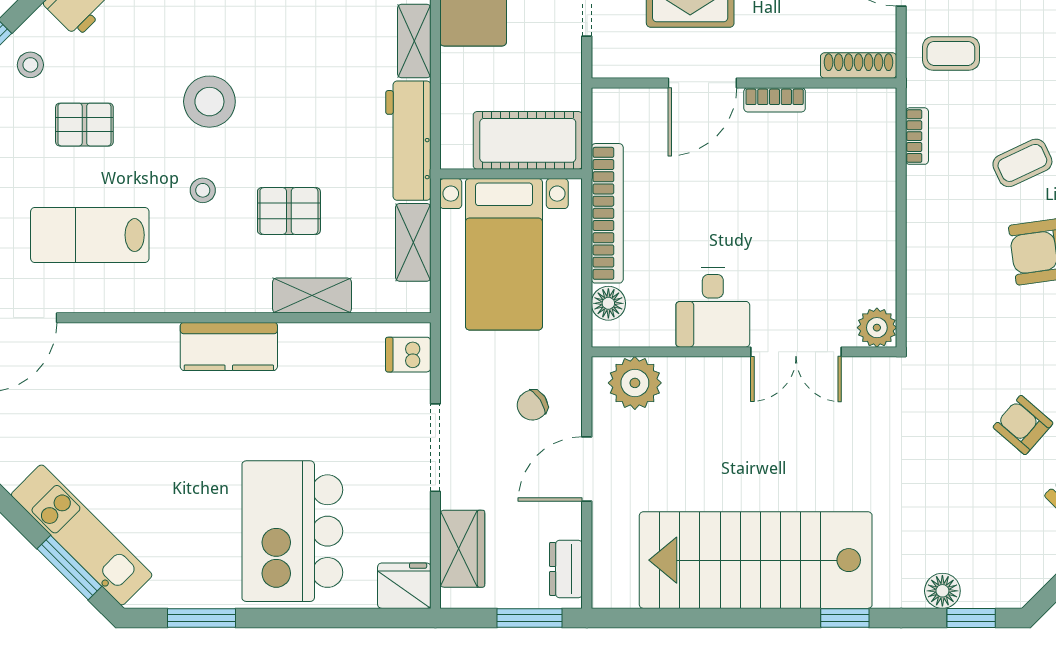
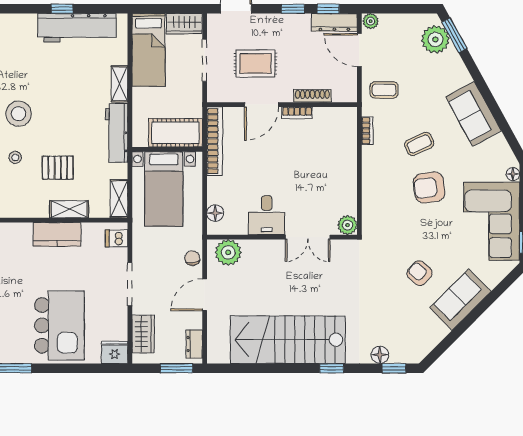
shoe rack: (859, 66) -> (312, 96), moved
bookcase: (607, 213) -> (215, 141), moved
shelving: (413, 242) -> (119, 199), moved
kitchen counter: (229, 347) -> (57, 234), moved
chair: (532, 405) -> (192, 258), moved, turned 115
kitchen island: (292, 531) -> (59, 325), turned 180

